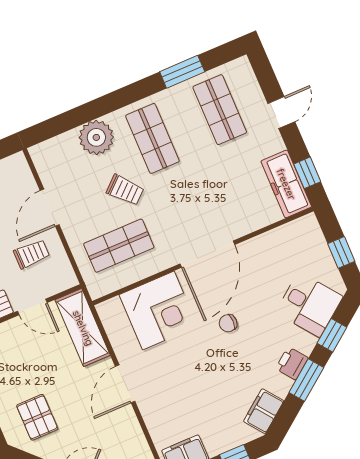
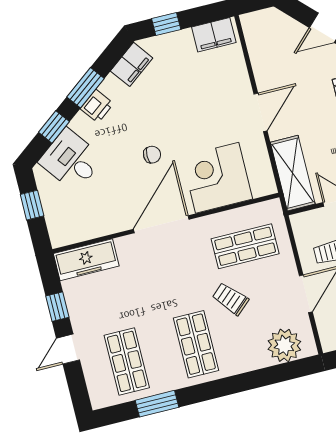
plant: (96, 137) -> (284, 345), moved
window: (307, 173) -> (57, 307), moved
freezer: (286, 184) -> (86, 260), moved, turned 90

